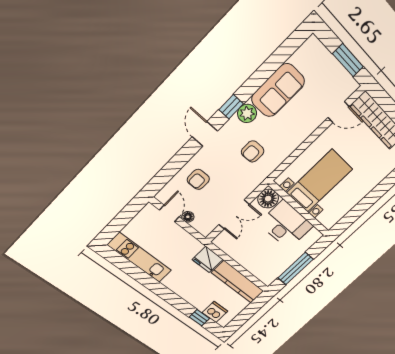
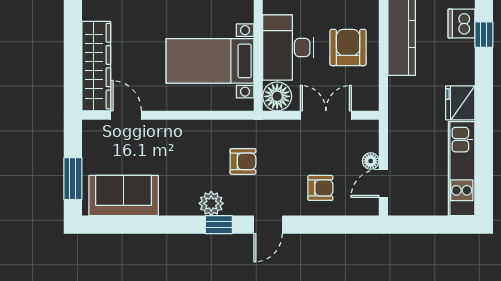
window: (348, 60) -> (73, 179), moved
sofa: (278, 90) -> (124, 196), moved
armchair: (257, 253) -> (348, 47), added
fridge: (208, 259) -> (460, 103), moved, turned 180

